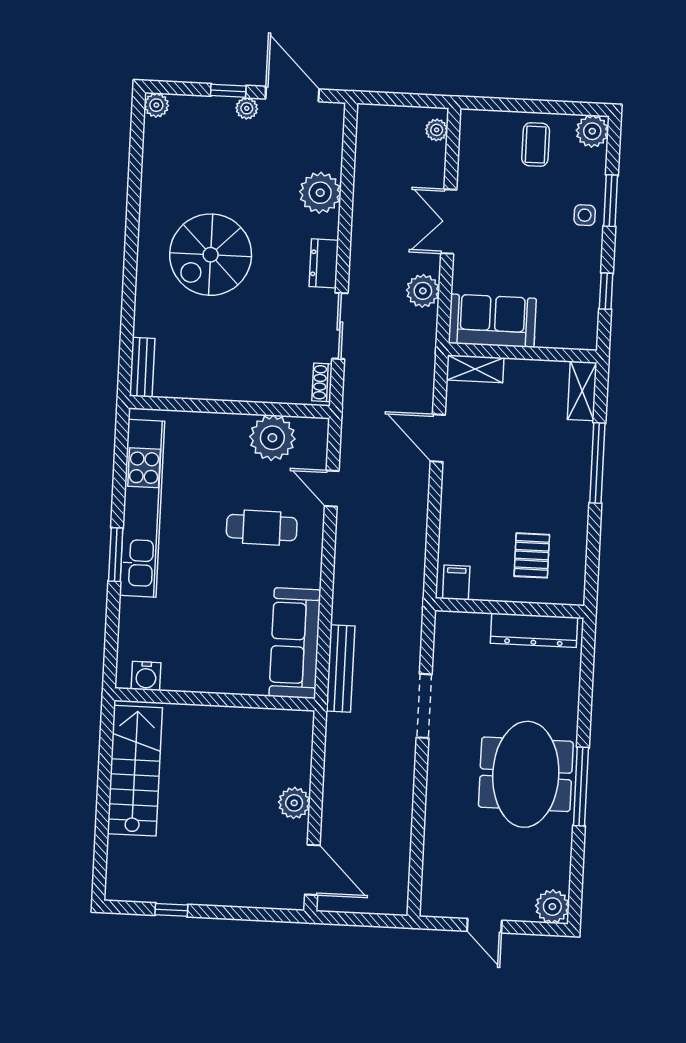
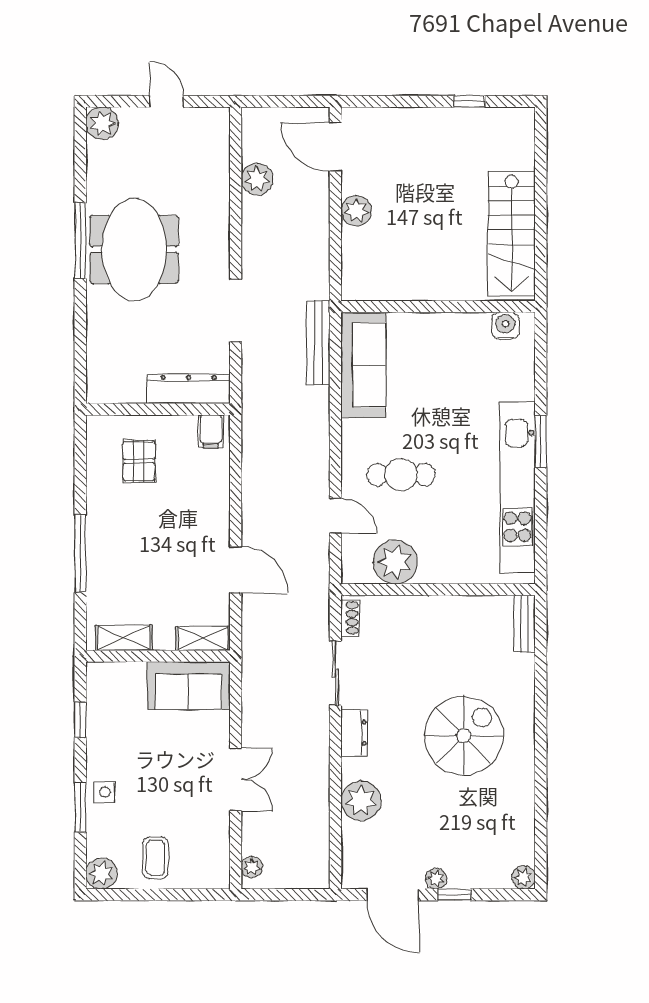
plant: (423, 291) -> (257, 179), moved
shelving: (582, 391) -> (124, 638), moved, turned 90
dresser: (534, 630) -> (189, 389), moved

